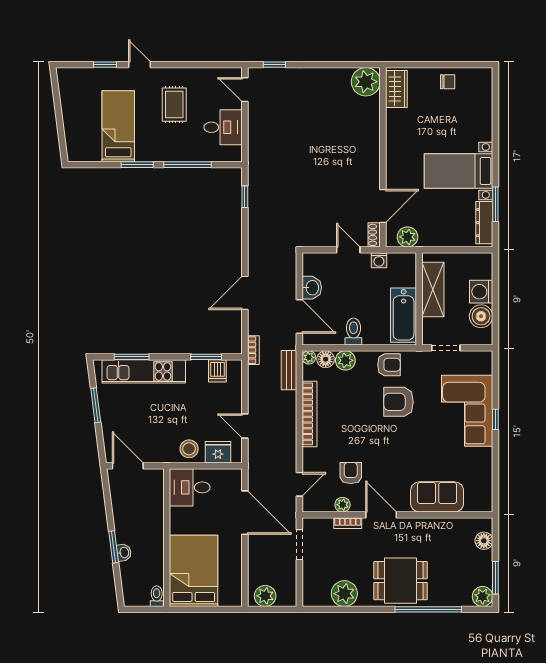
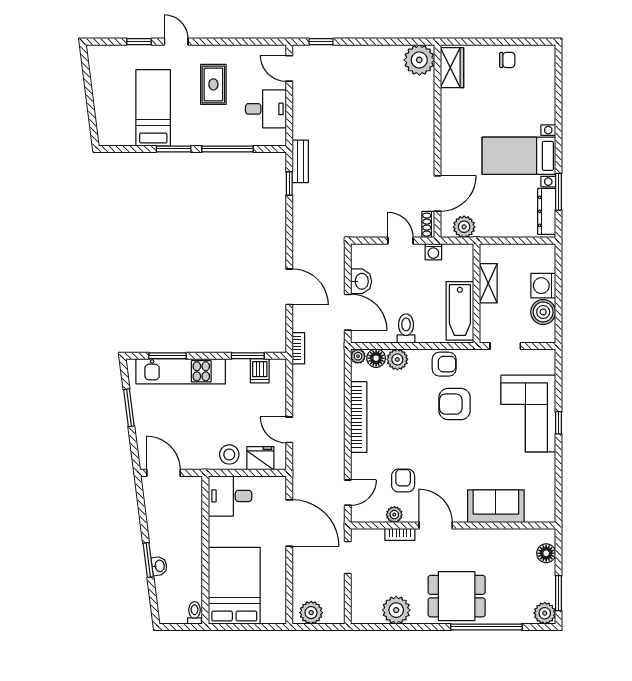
shelving: (433, 289) -> (488, 283), width x0.67, depth x0.75
door: (245, 293) -> (289, 287), swing flipped
bench: (289, 370) -> (300, 161), moved

